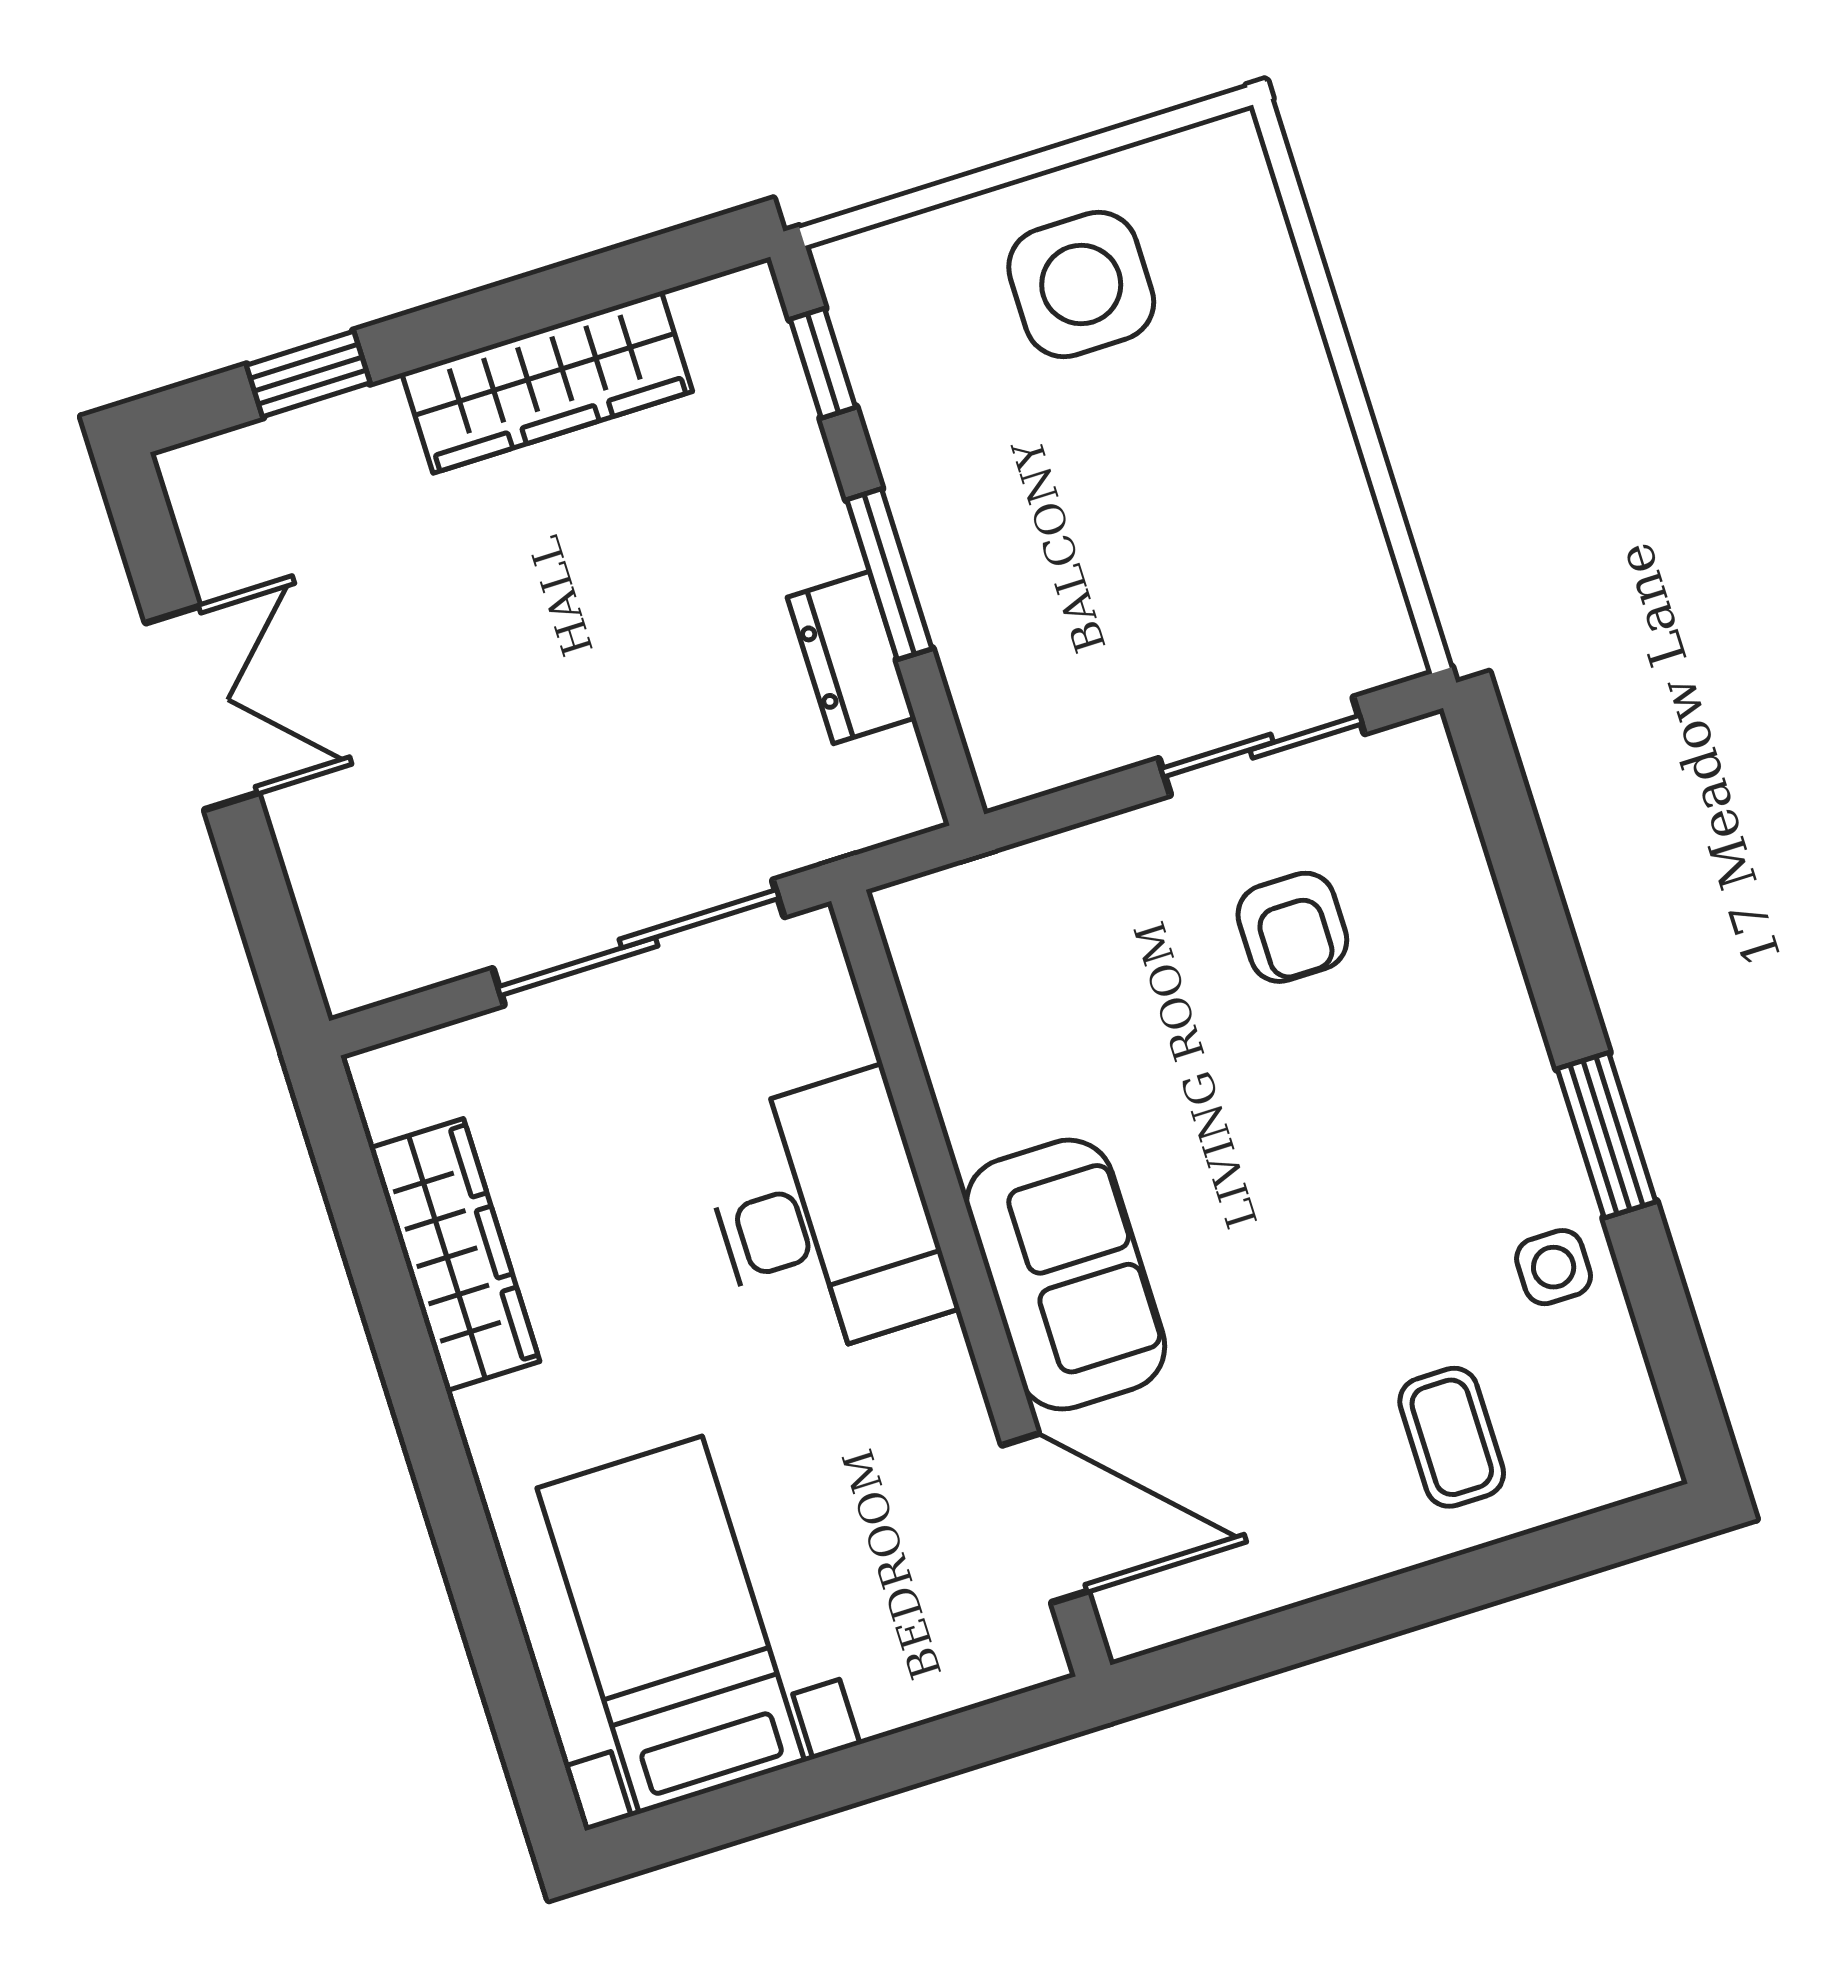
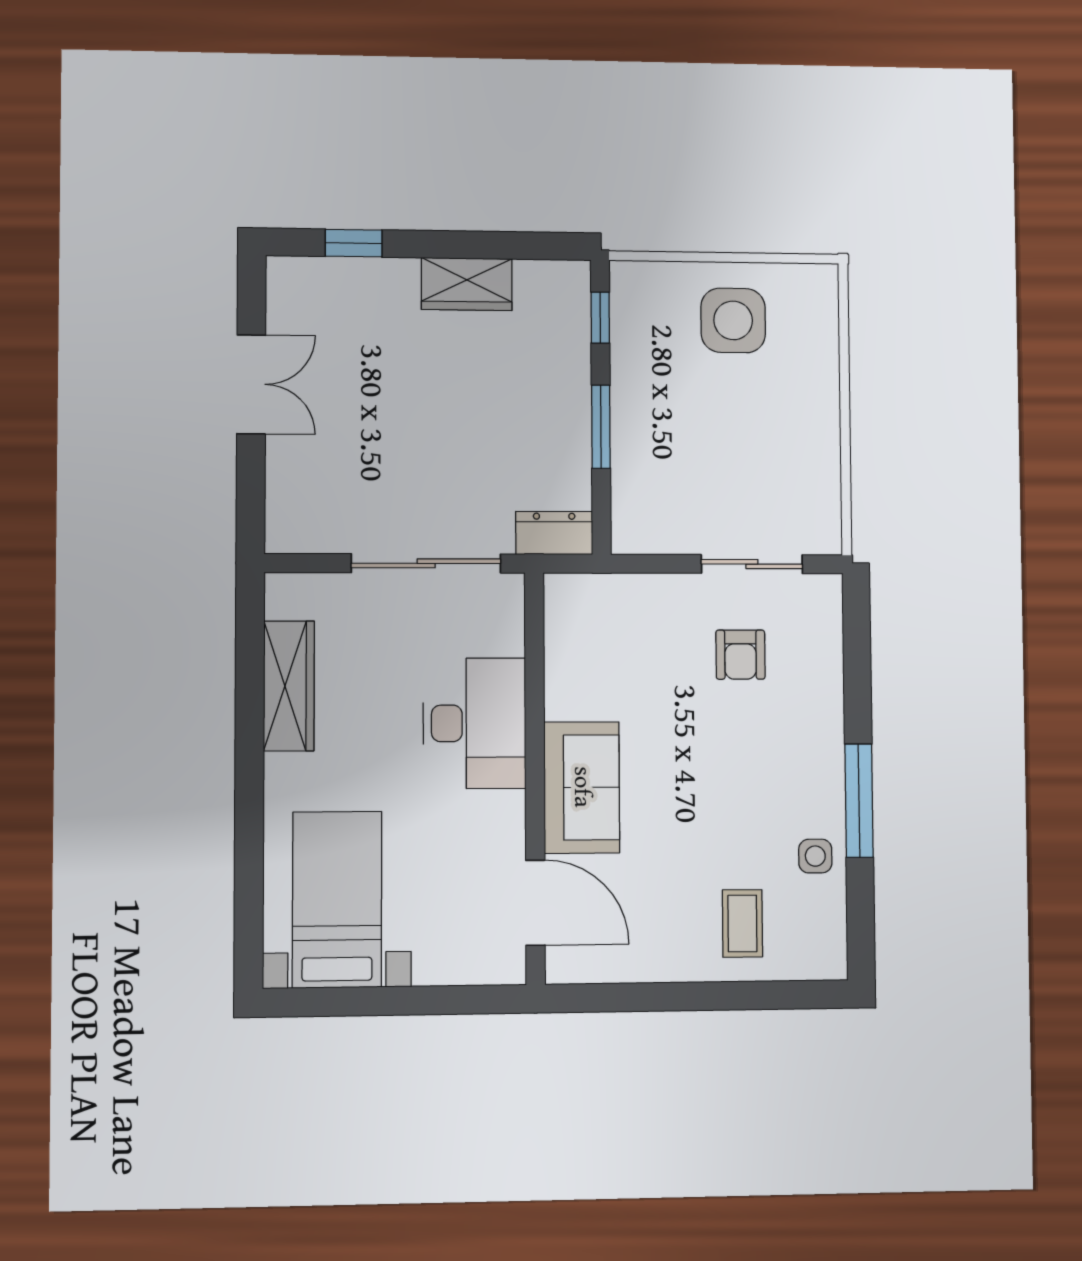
wardrobe: (547, 382) -> (467, 284), width x0.67
dresser: (851, 658) -> (554, 533), moved, turned 90
window: (1606, 1135) -> (859, 801), width x1.44

